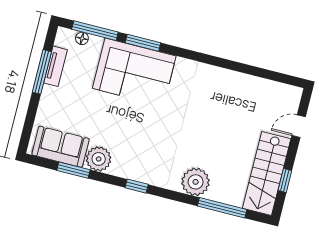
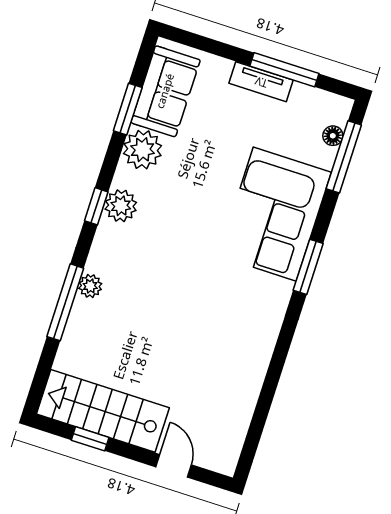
window: (143, 43) -> (308, 267), moved
tv unit: (56, 66) -> (261, 82), moved
plant: (135, 170) -> (121, 206), added
plant: (196, 182) -> (90, 286), width x0.53, depth x0.53
window: (222, 208) -> (65, 302), moved

